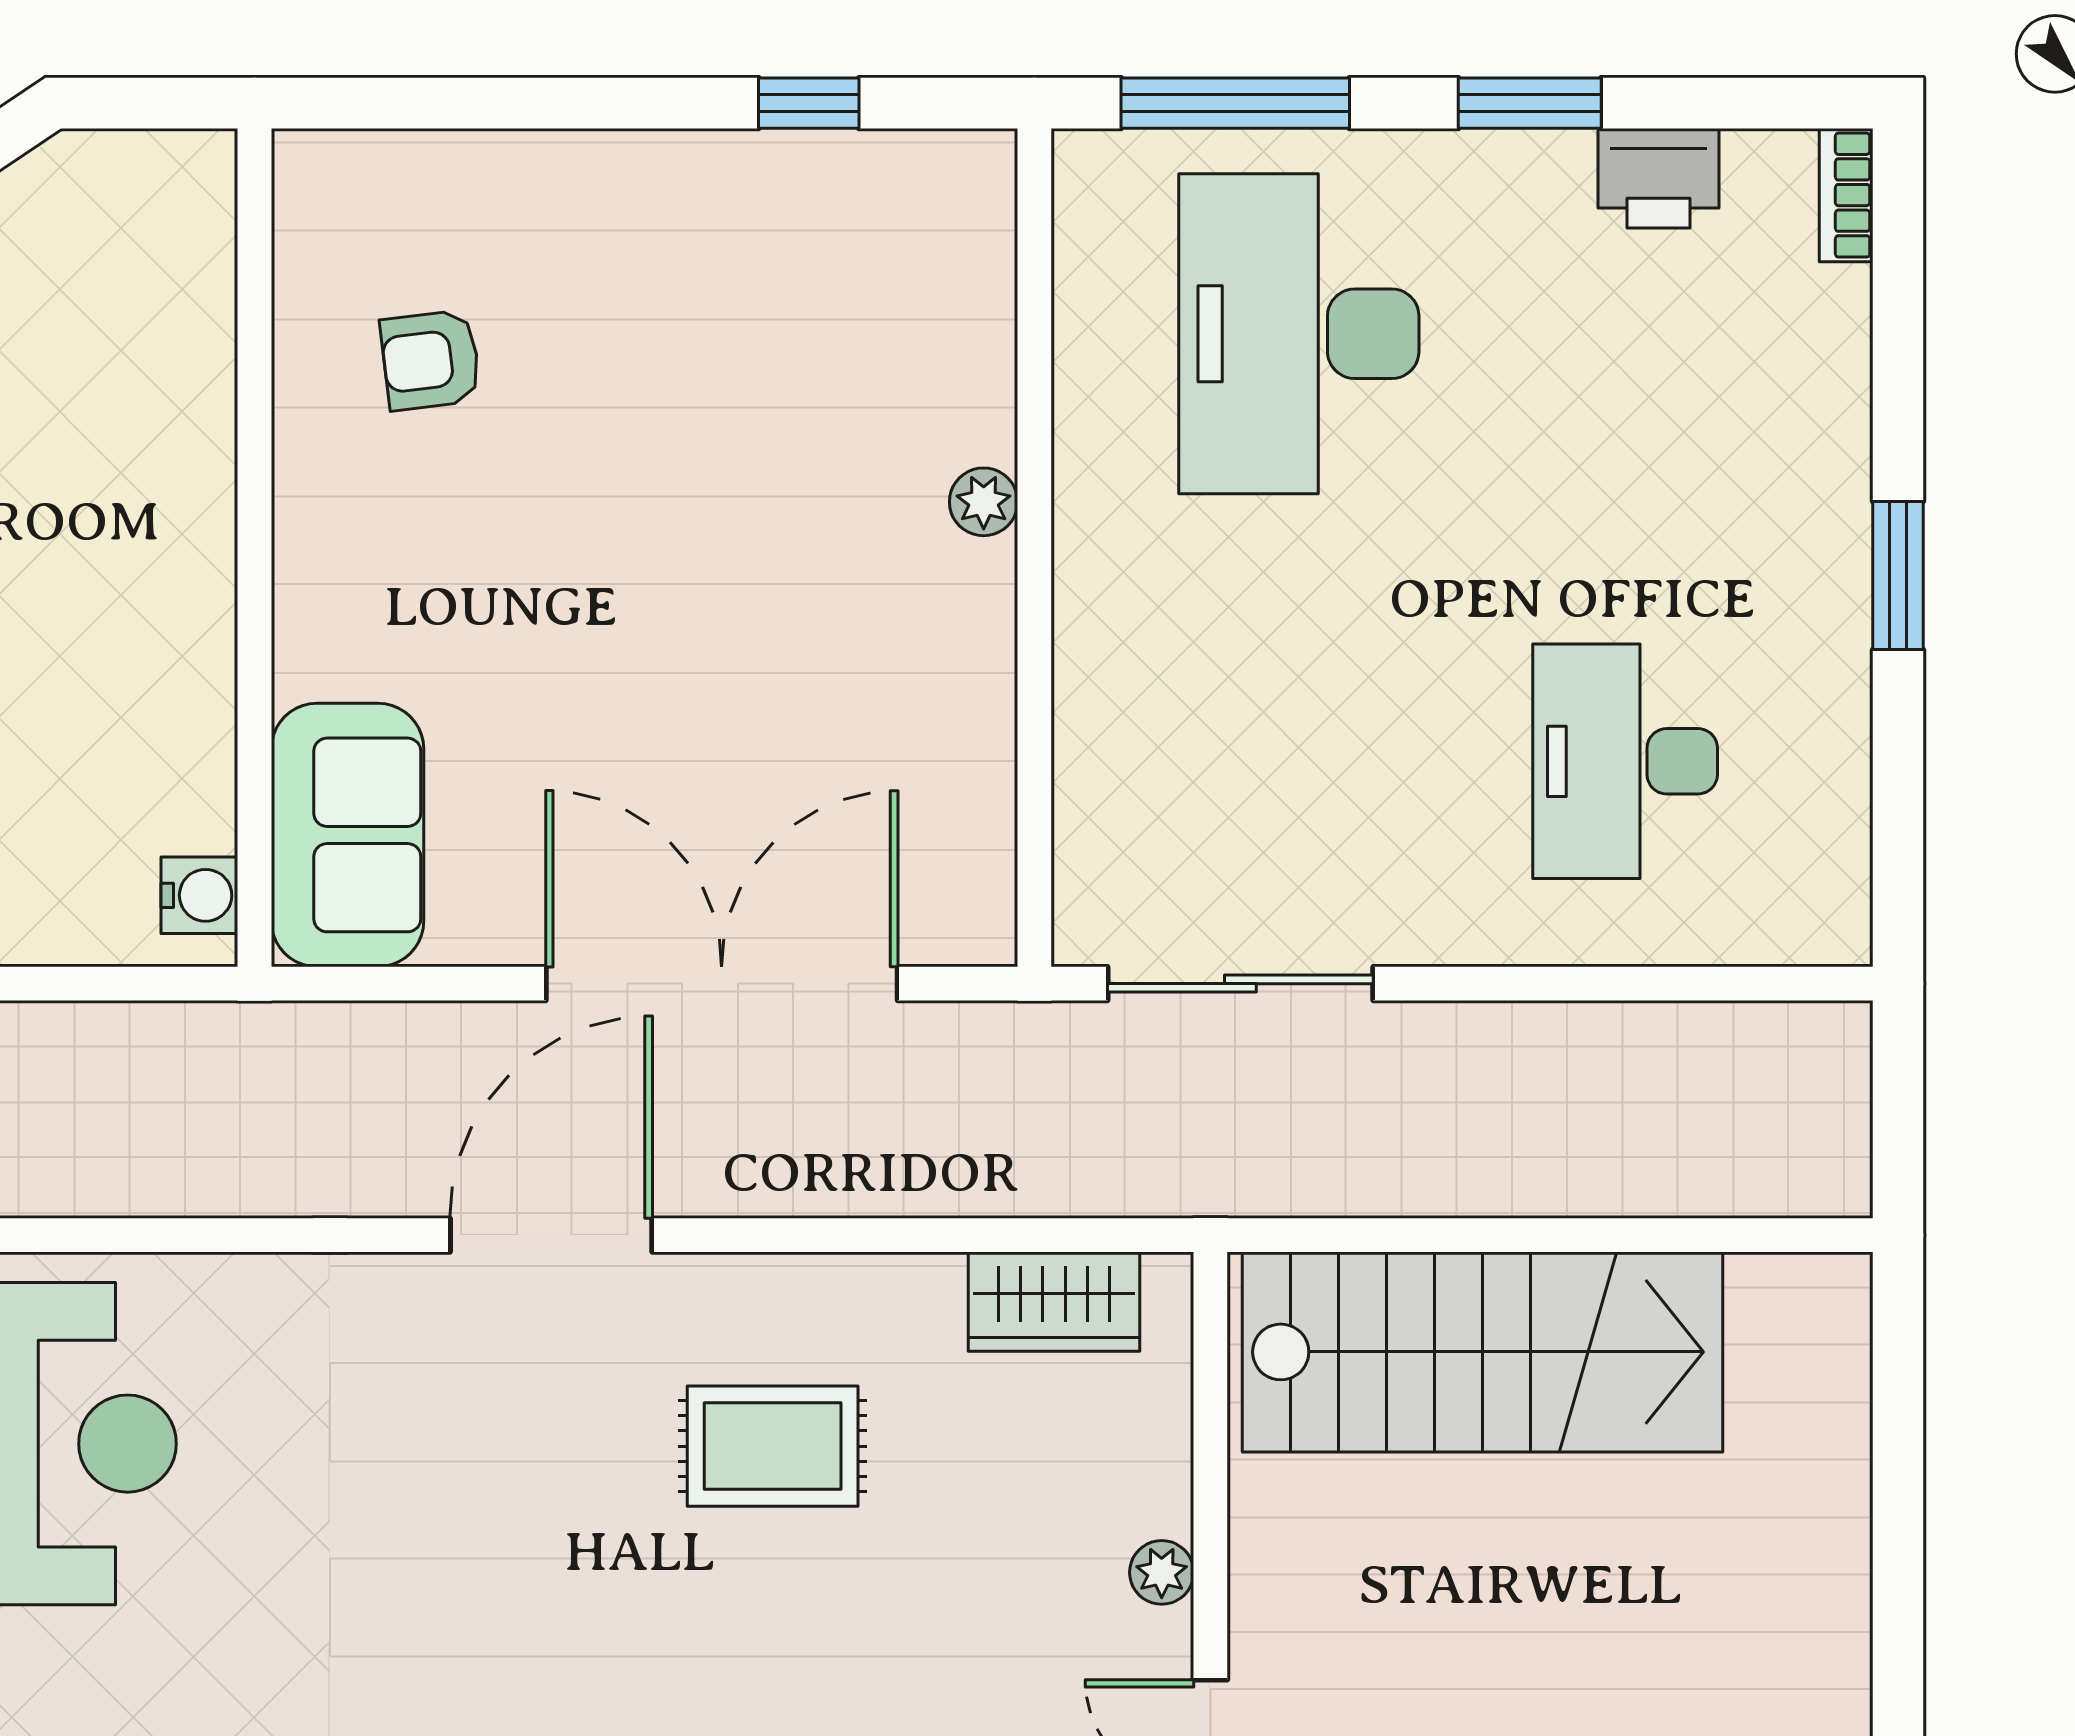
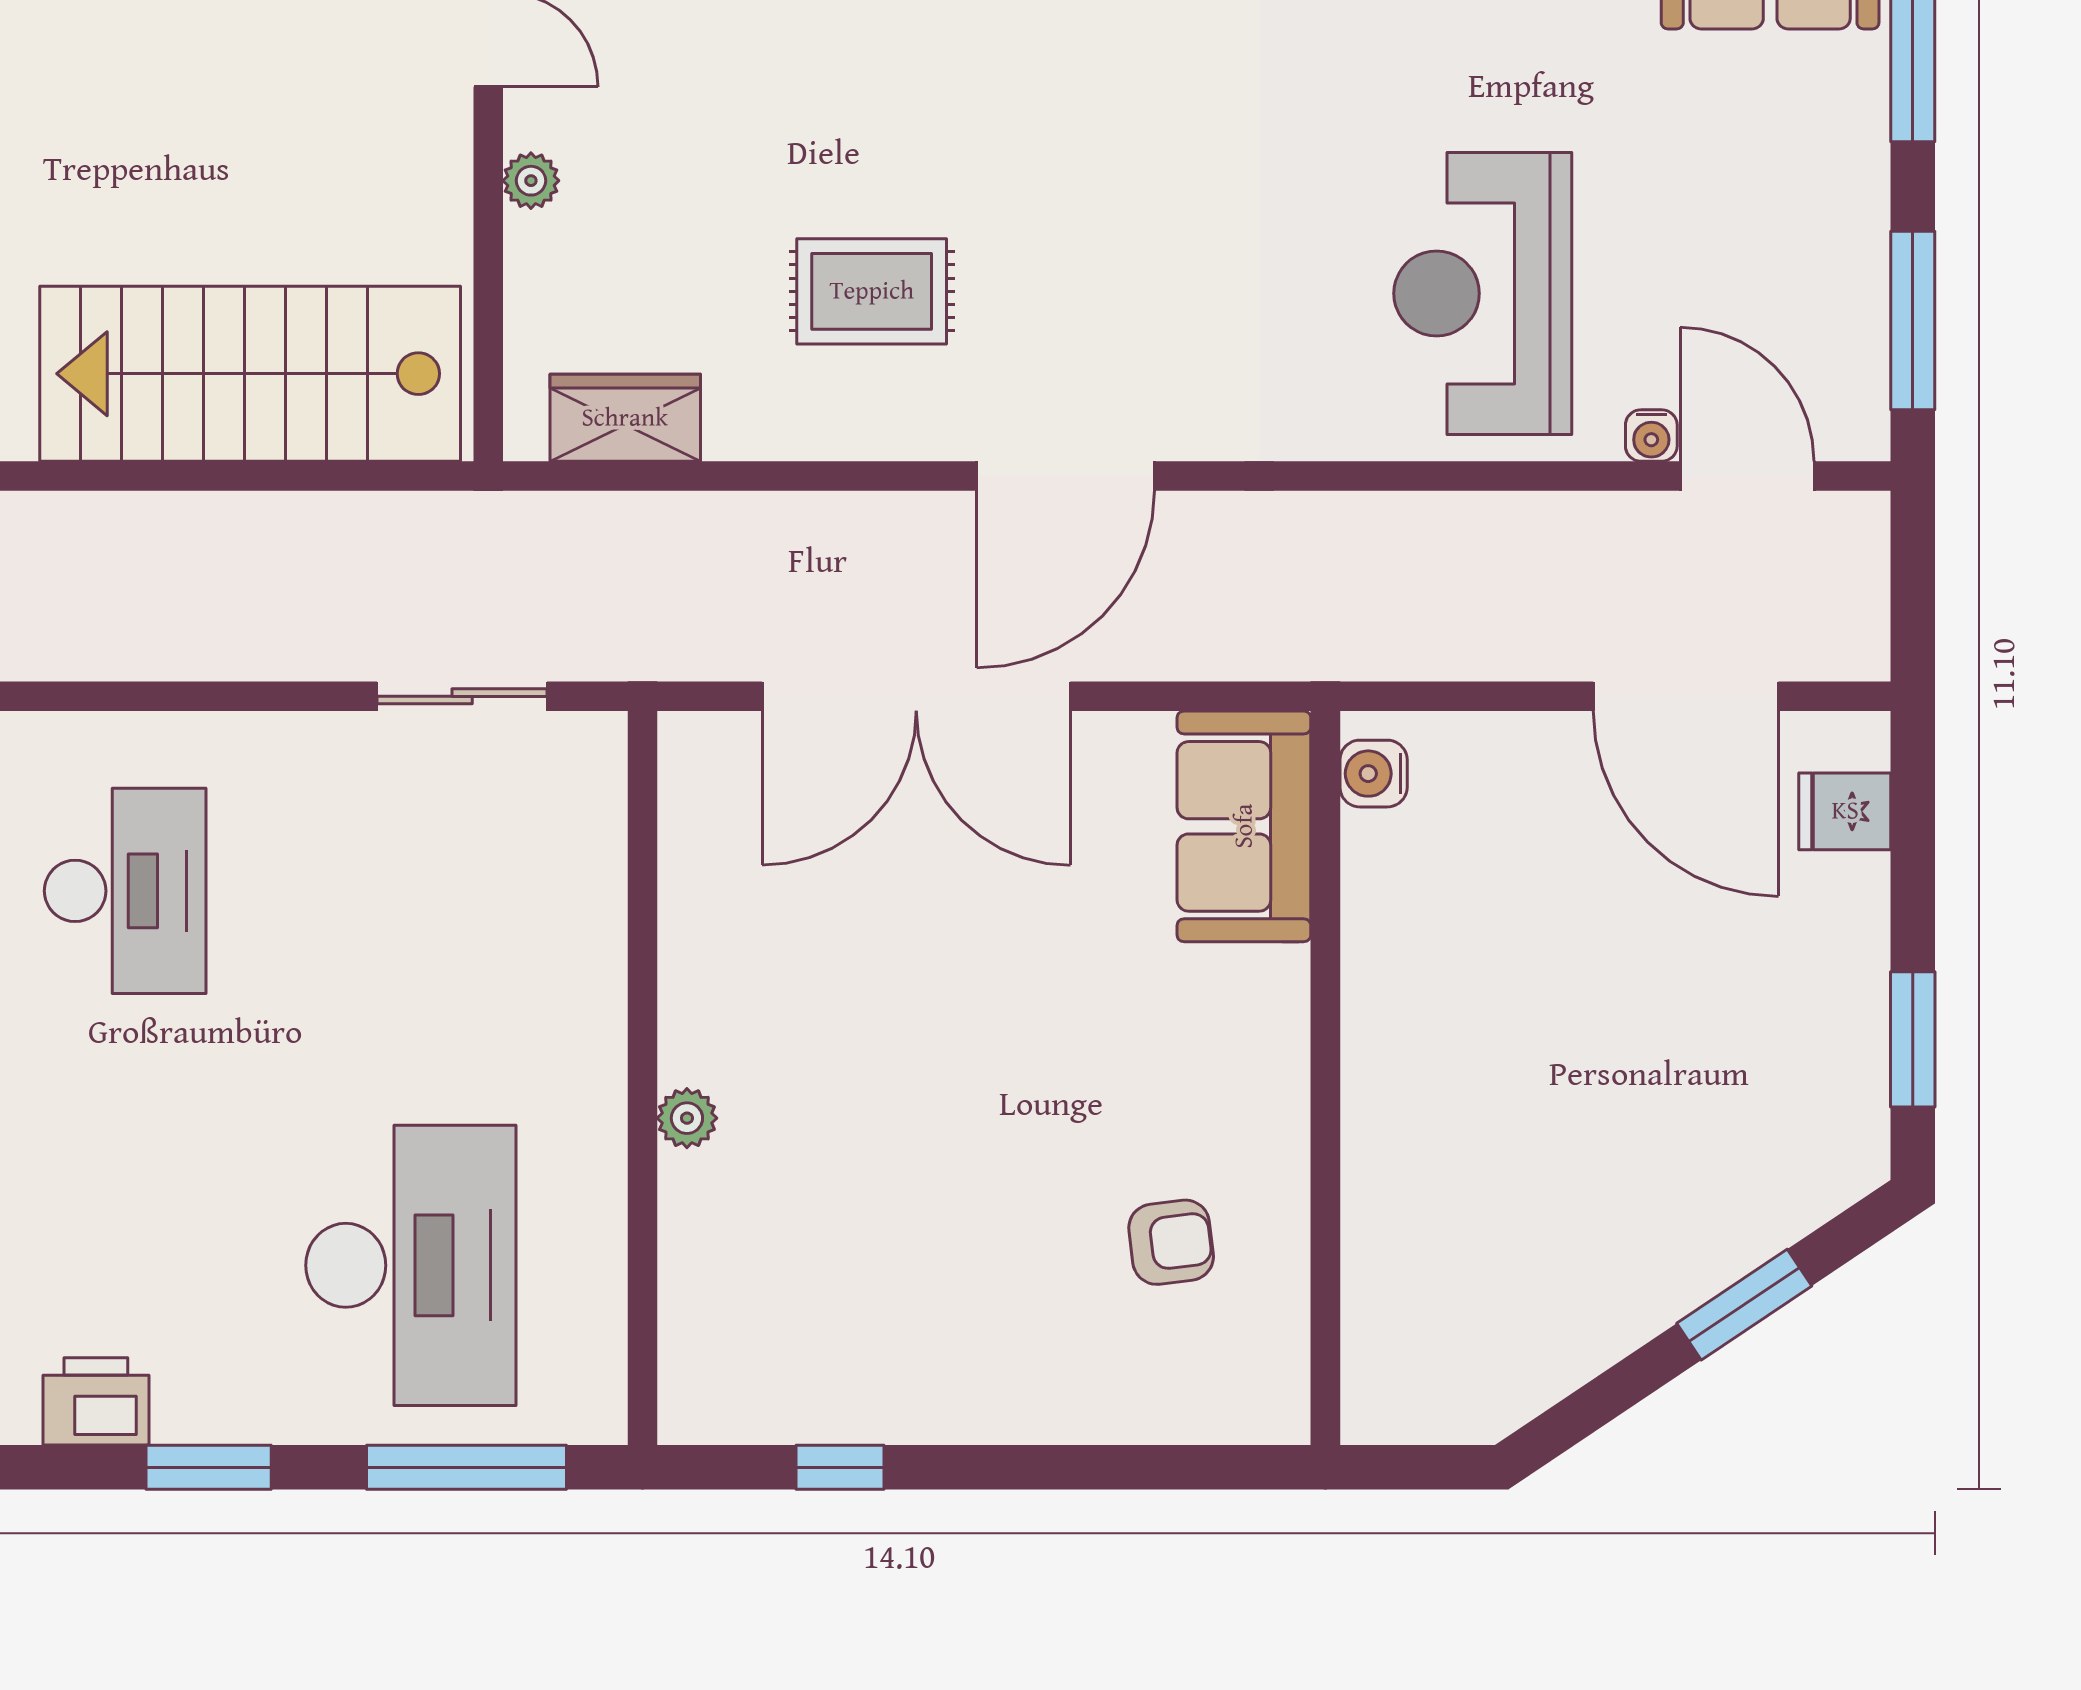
sliding door: (1240, 984) -> (462, 696), width x0.73

